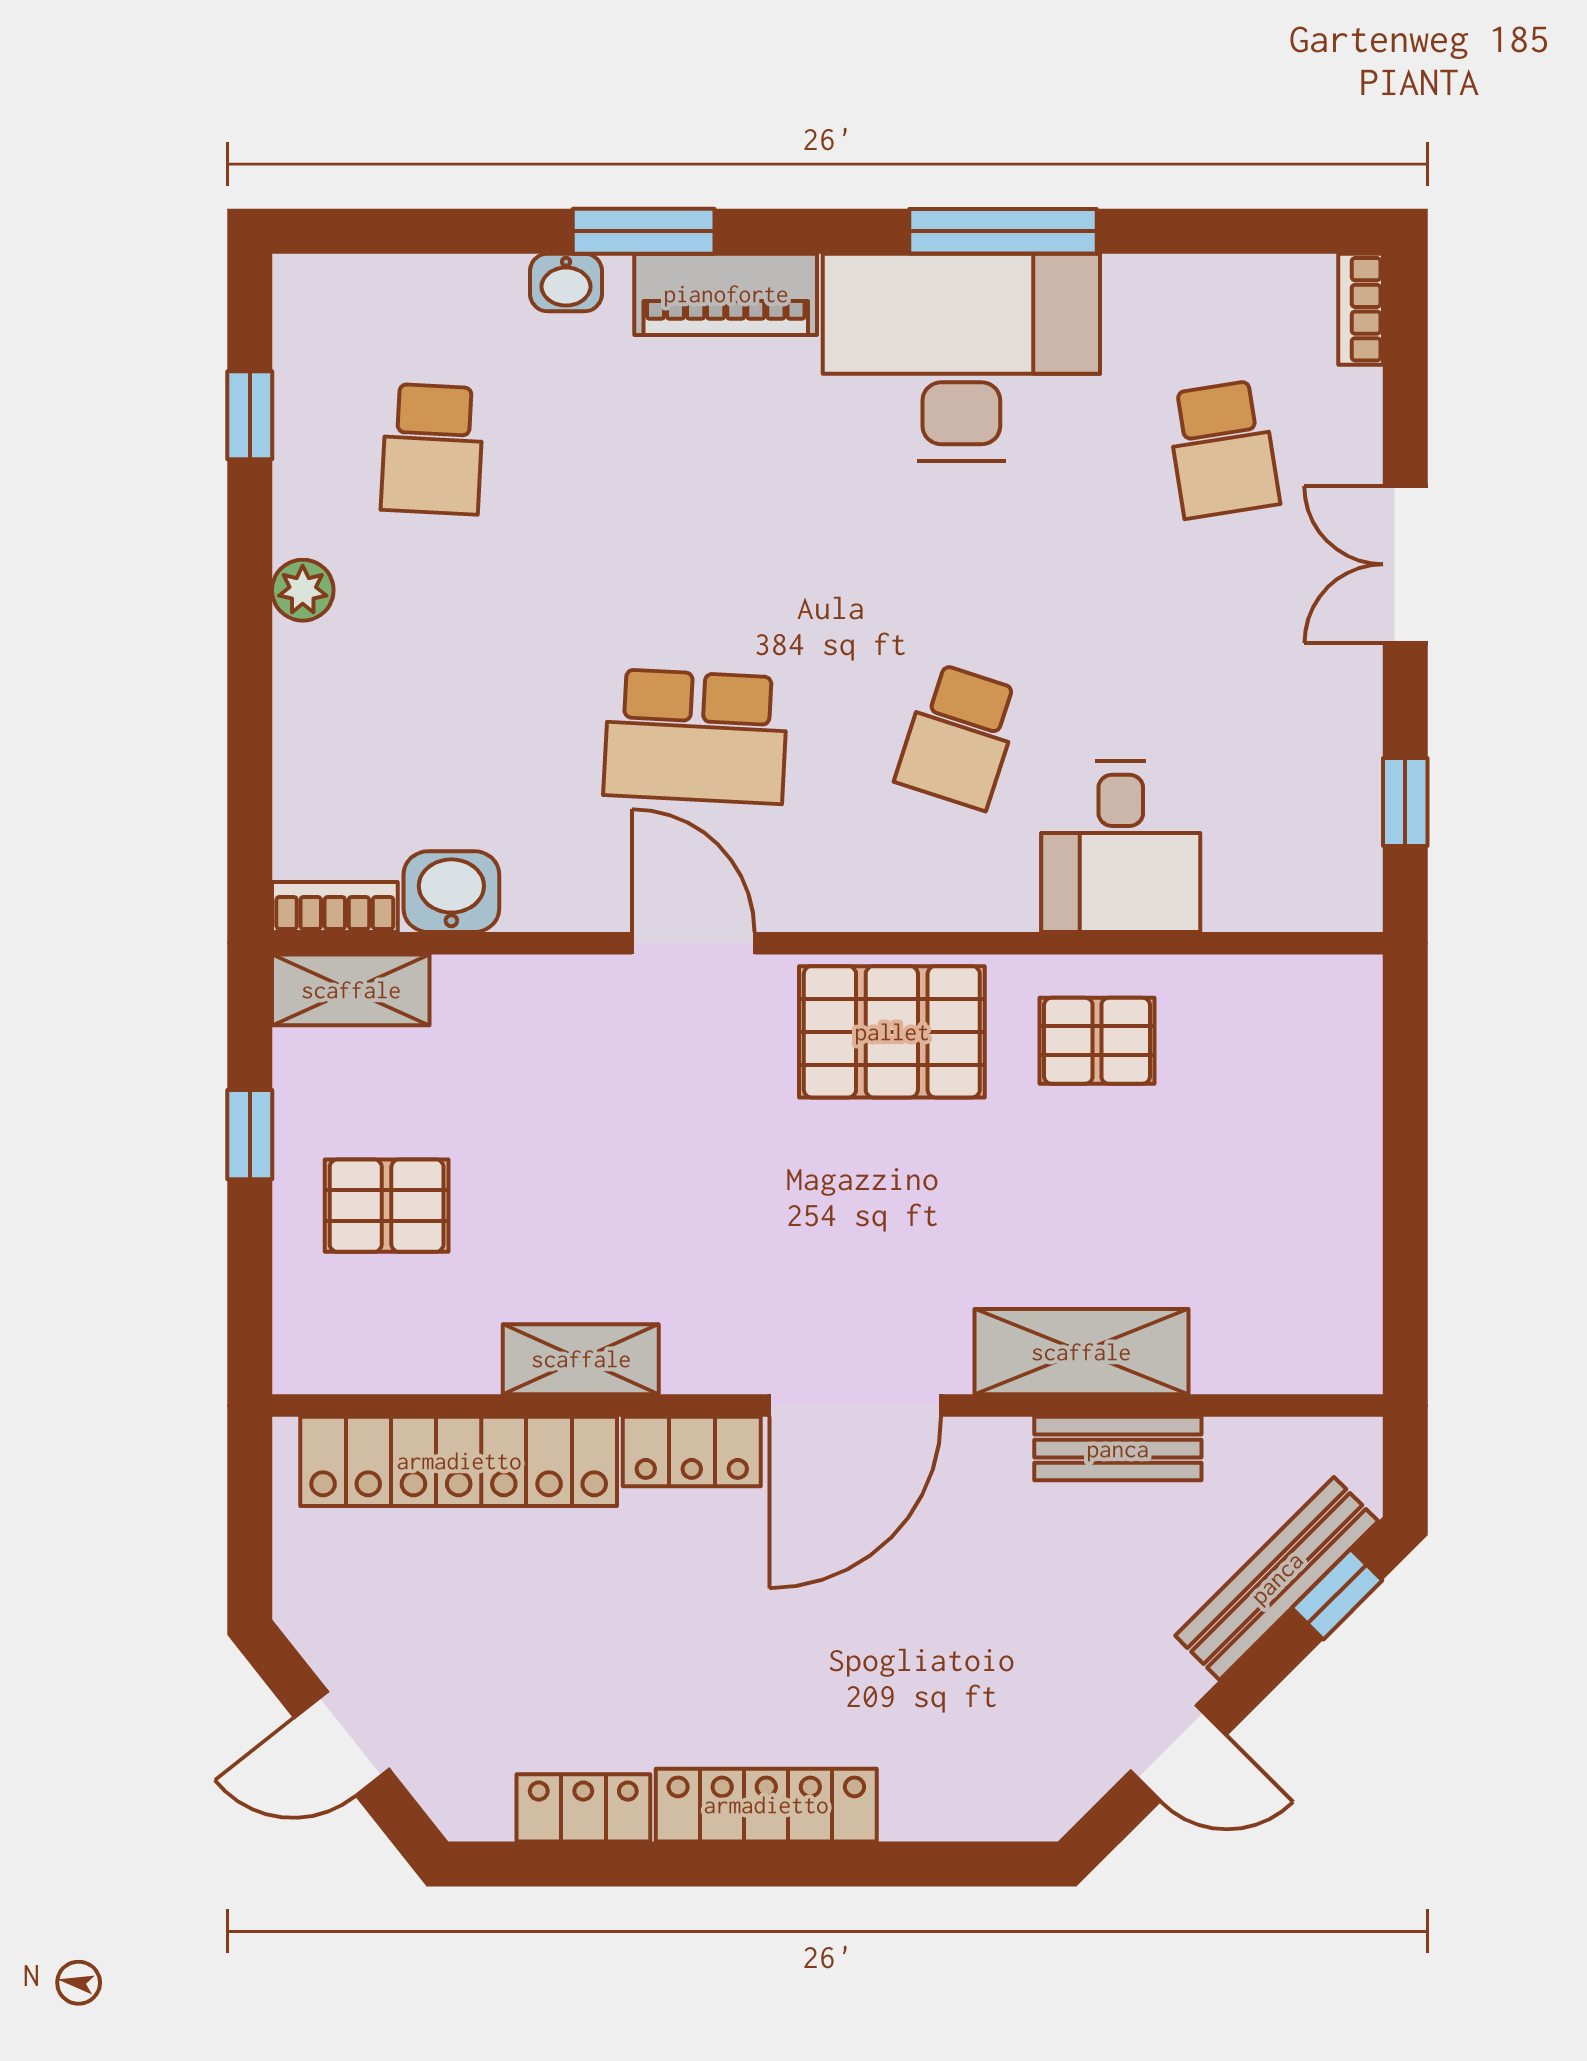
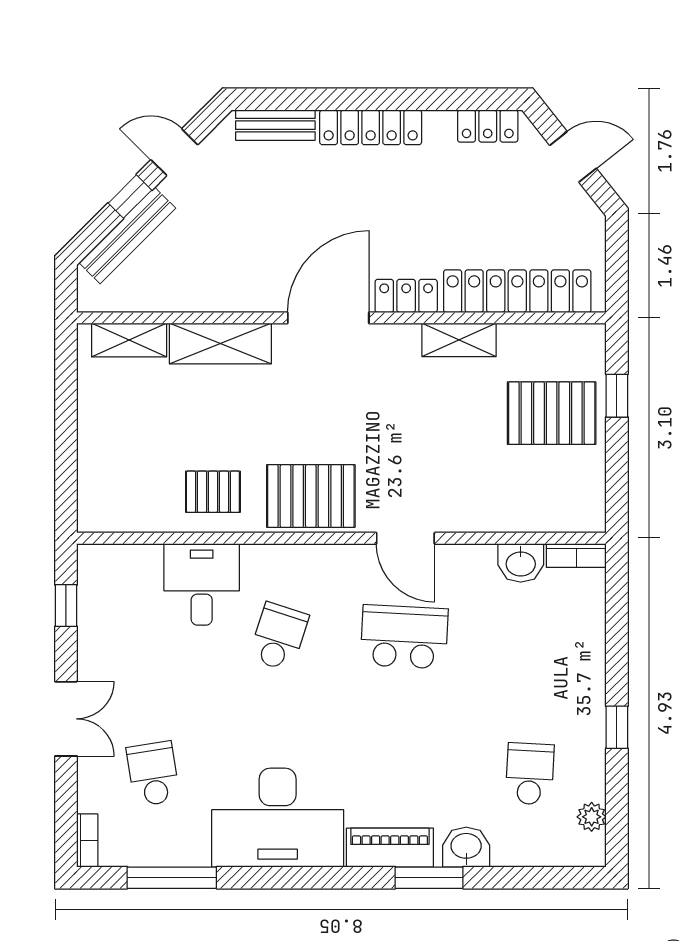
window: (1003, 231) -> (172, 878), moved
washbasin: (566, 282) -> (466, 847), width x1.38, depth x1.45
window: (250, 415) -> (617, 727), moved
plant: (303, 590) -> (592, 817), moved
shelving: (351, 990) -> (129, 340), moved
window: (250, 1135) -> (617, 396), moved
pallet: (387, 1206) -> (552, 413), width x1.50, depth x1.42
bench: (1118, 1449) -> (275, 125), moved
window: (1337, 1594) -> (130, 197), moved
locker: (583, 1808) -> (488, 126), moved

